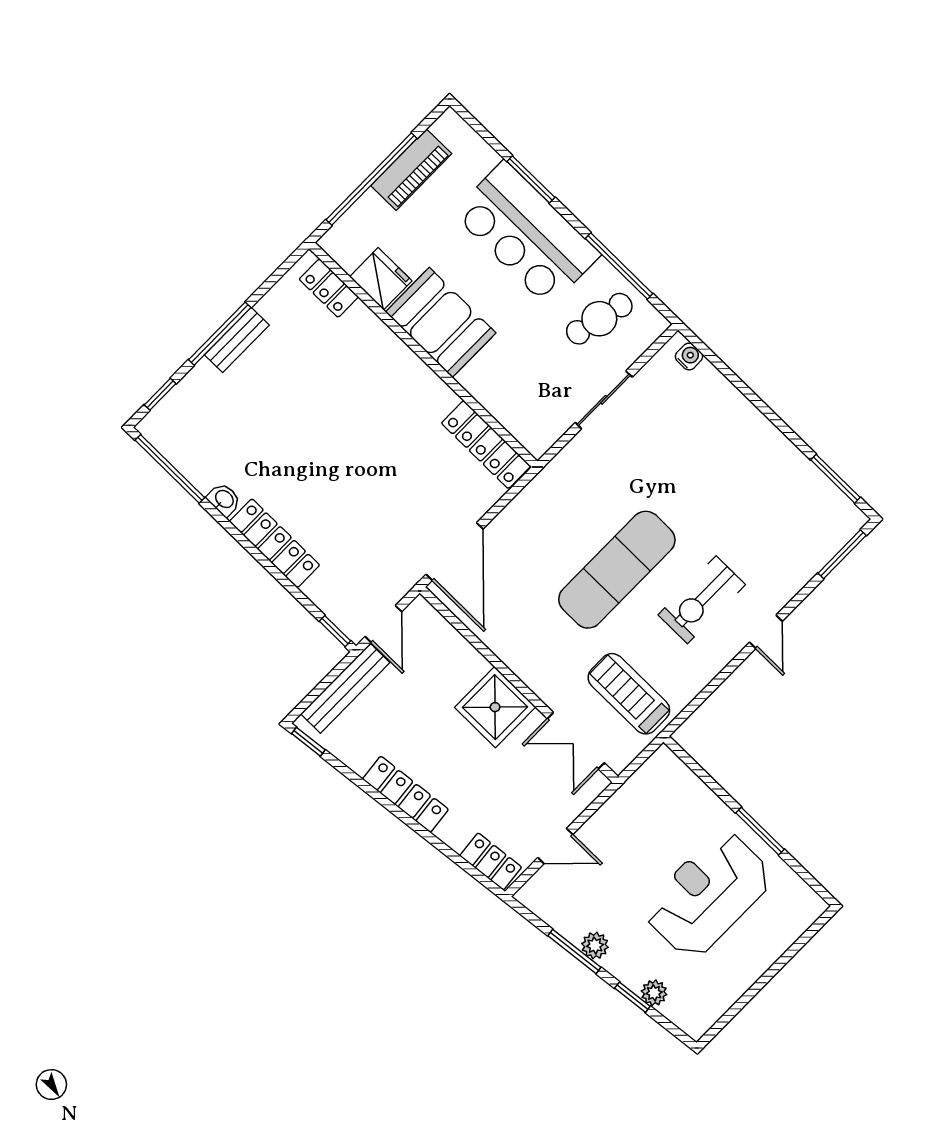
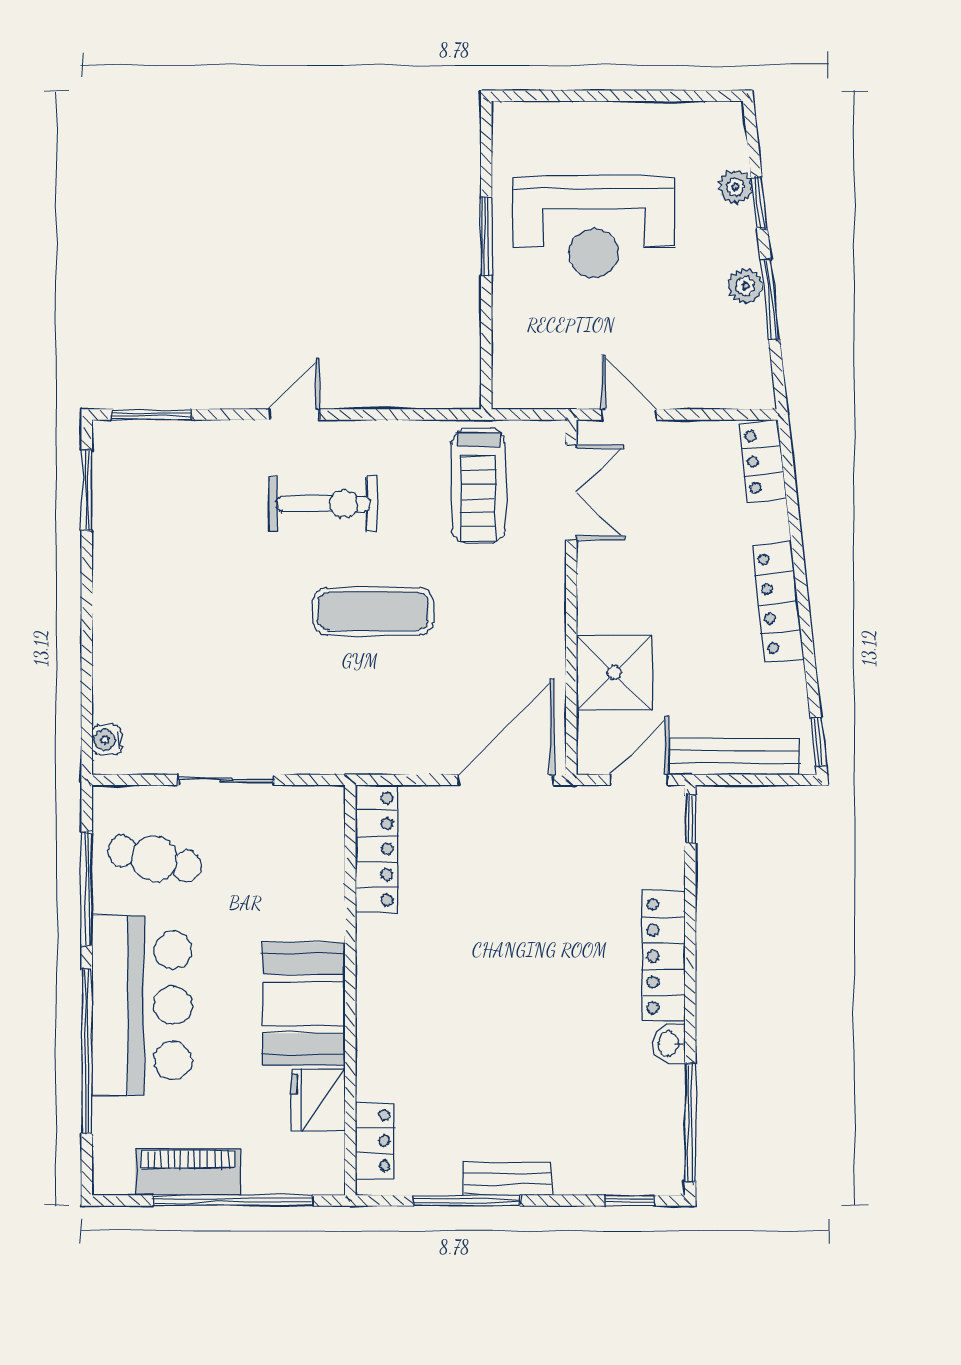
window: (531, 179) -> (87, 1051), width x2.11
window: (220, 334) -> (467, 1201), moved
exercise mat: (617, 570) -> (373, 611), width x0.73, depth x0.69
shower: (495, 707) -> (614, 673), moved
door: (555, 846) -> (629, 414), moved

